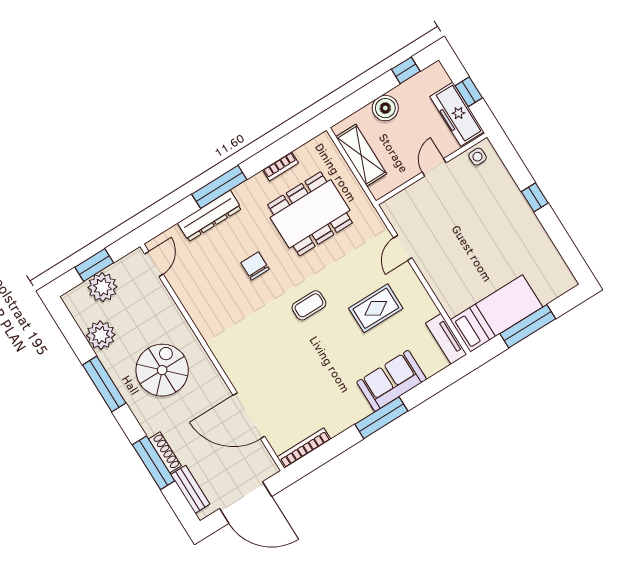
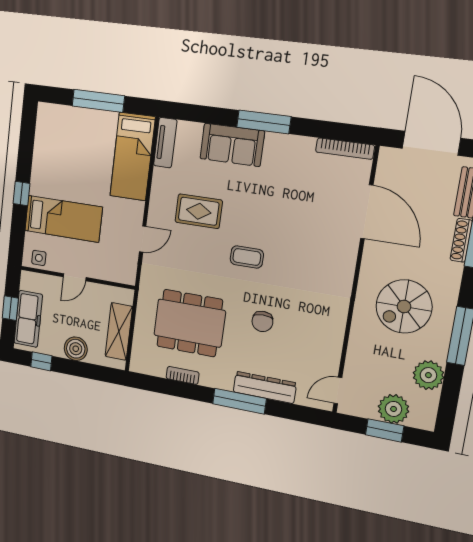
freezer: (457, 114) -> (28, 319), moved
bed: (482, 207) -> (63, 219), added
bed: (496, 313) -> (132, 157), moved, turned -90

